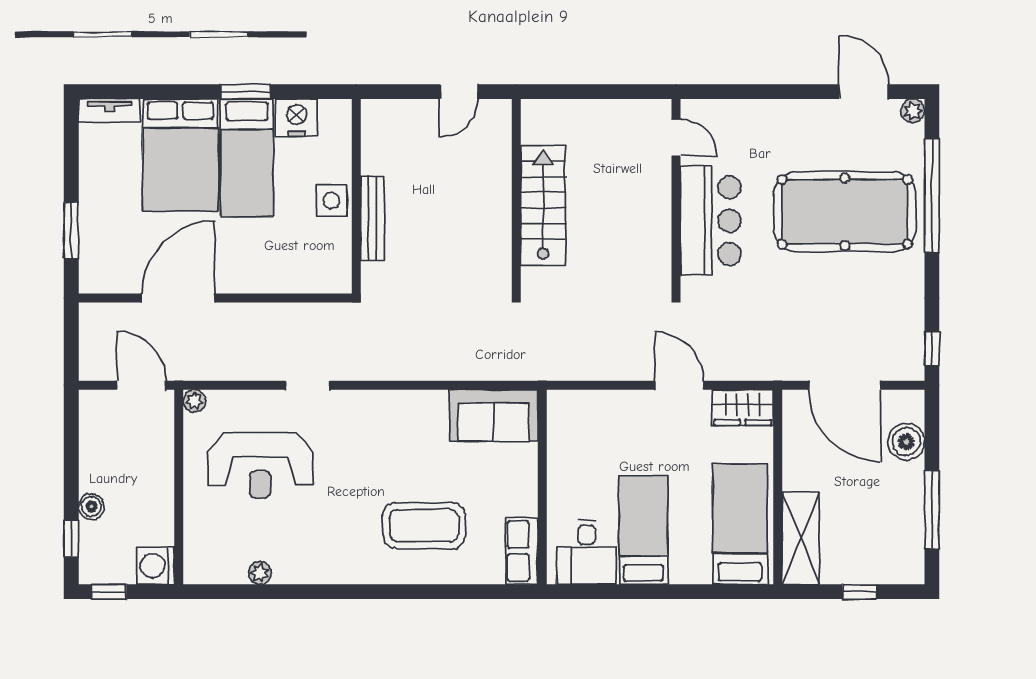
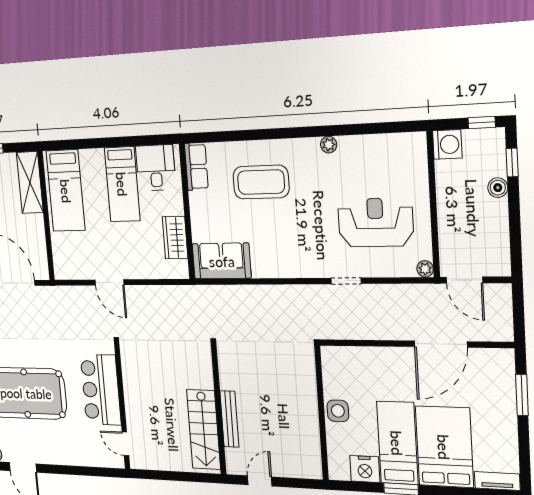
stairs: (543, 206) -> (204, 430), moved
bench: (372, 218) -> (229, 419), moved
wardrobe: (743, 408) -> (175, 238), moved, turned -90
plant: (260, 573) -> (329, 145), moved

